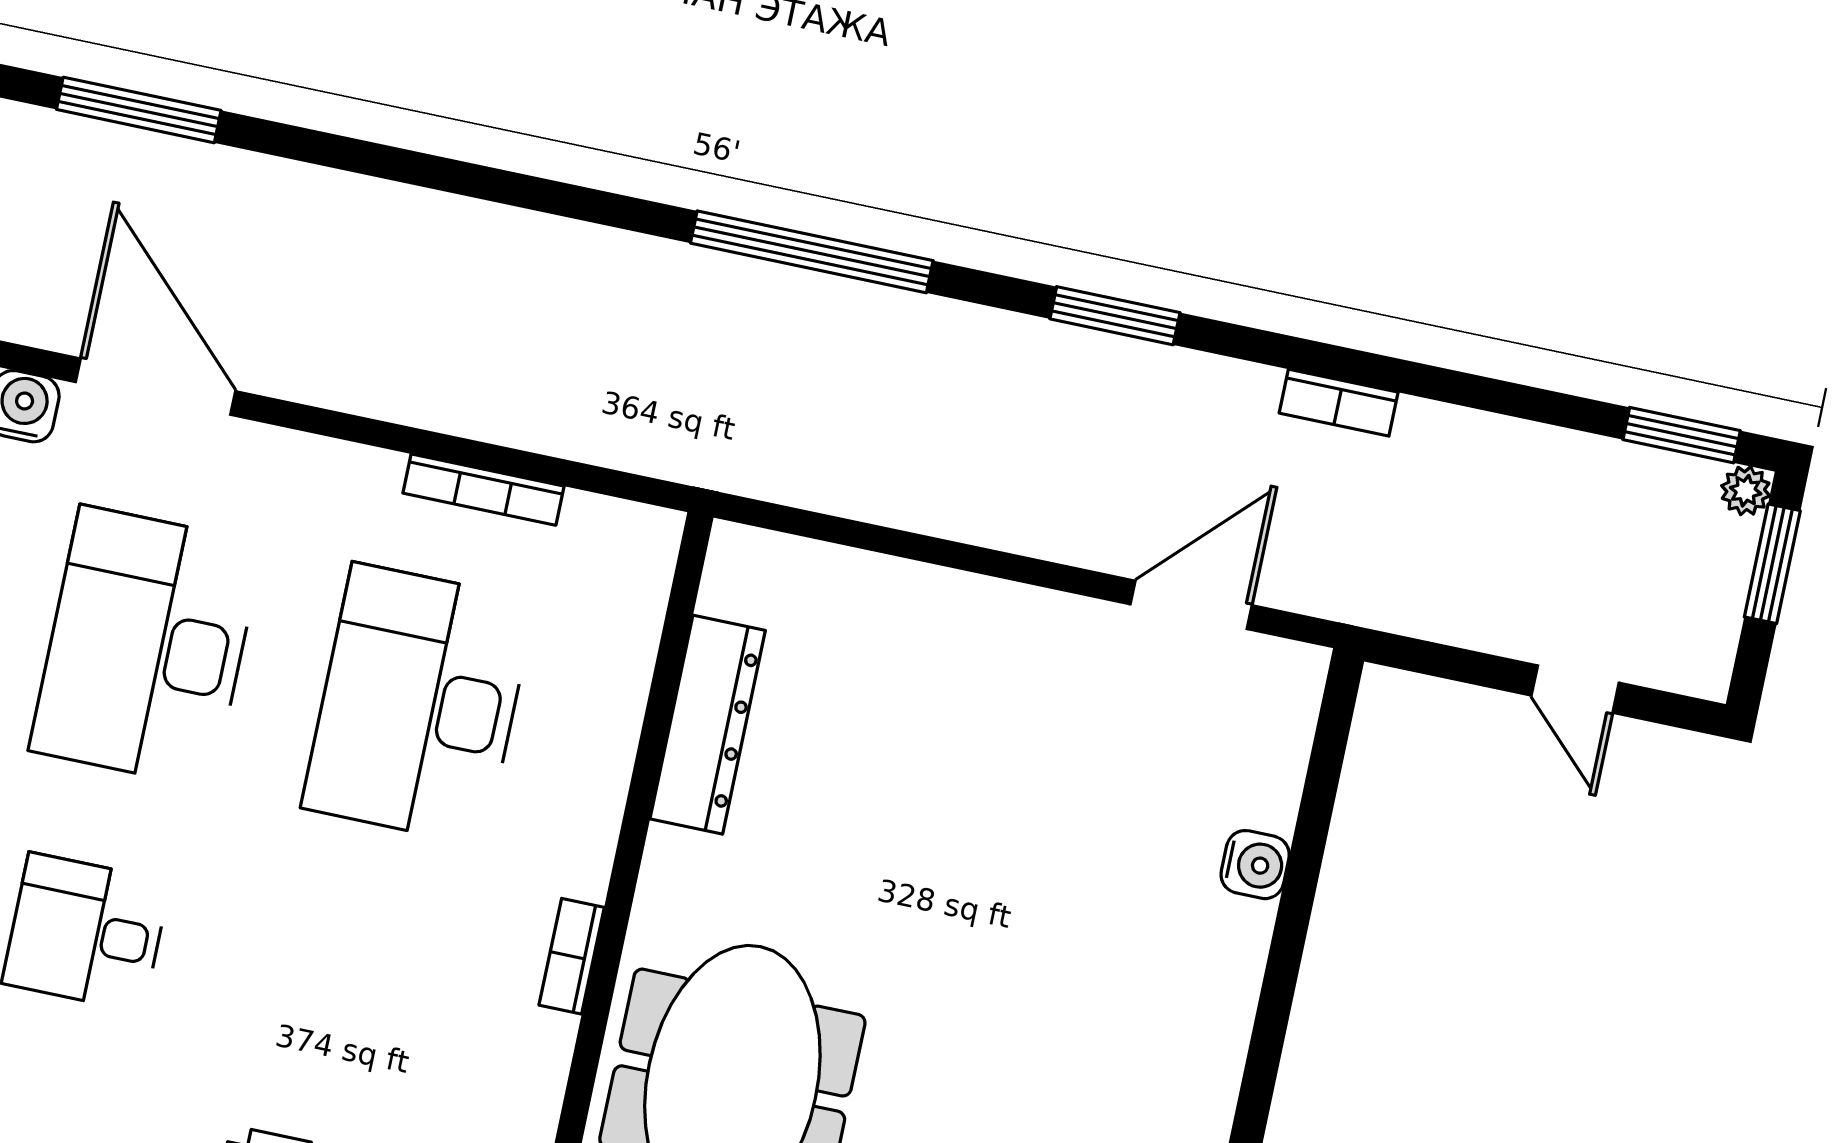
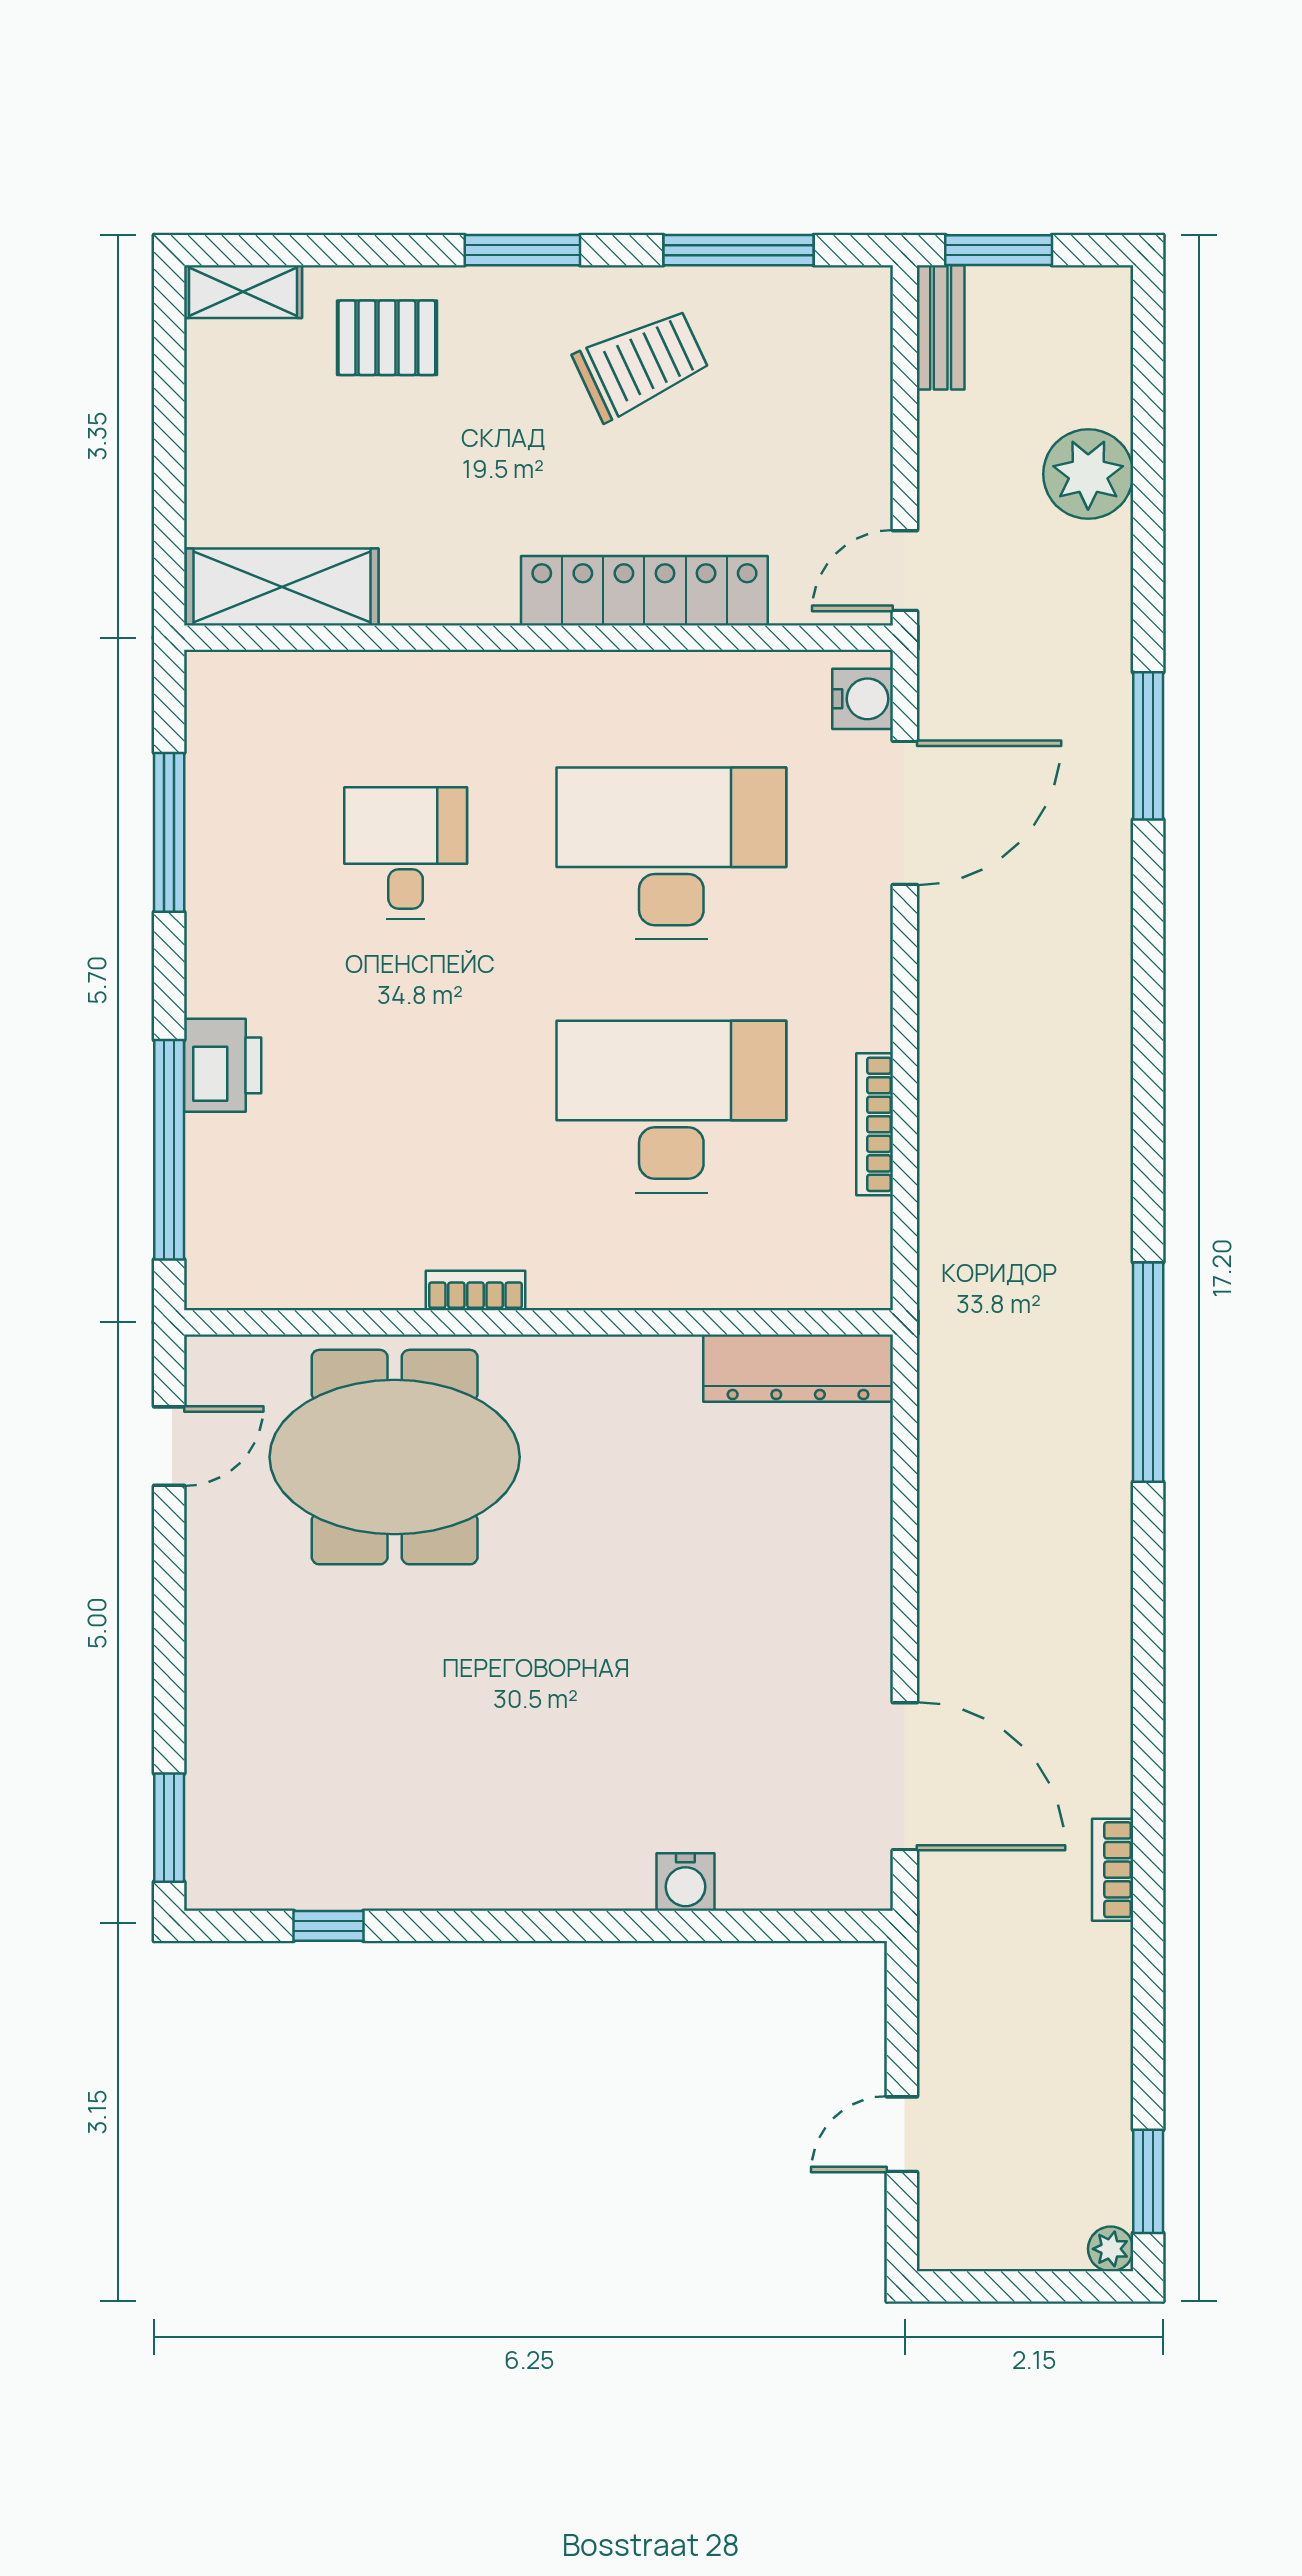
window: (1115, 316) -> (1148, 1654), removed
window: (1772, 564) -> (1051, 2286), removed
door: (1191, 605) -> (905, 1776), width x1.36
dresser: (708, 725) -> (798, 1368), moved

